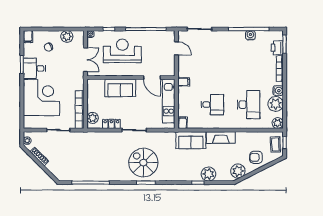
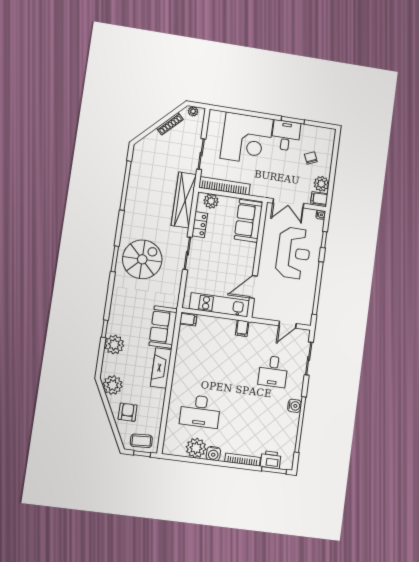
water cooler: (250, 35) -> (294, 406), moved
filing cabinet: (28, 37) -> (319, 198), moved
sofa: (120, 88) -> (249, 221), moved
desk: (212, 105) -> (273, 371), moved
plant: (278, 123) -> (170, 447), removed
wardrobe: (95, 138) -> (184, 200), added

